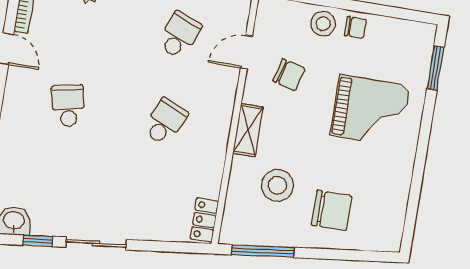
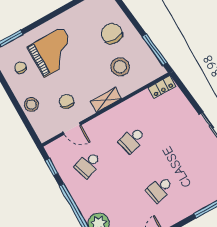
chair: (355, 27) -> (20, 68), moved
school desk: (179, 35) -> (88, 165), turned -39
grand piano: (370, 111) -> (53, 52), turned 90
school desk: (165, 122) -> (132, 140), turned -39

